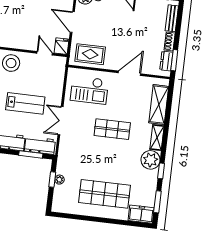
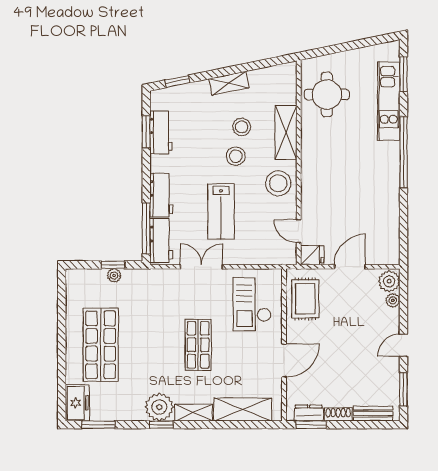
door: (45, 53) -> (299, 231), swing flipped
door: (129, 73) -> (284, 361), hinge flipped
window: (31, 154) -> (146, 229), width x1.44
window: (161, 171) -> (162, 425), moved

